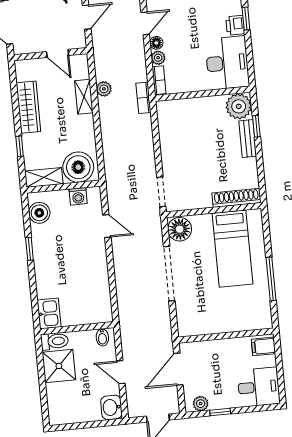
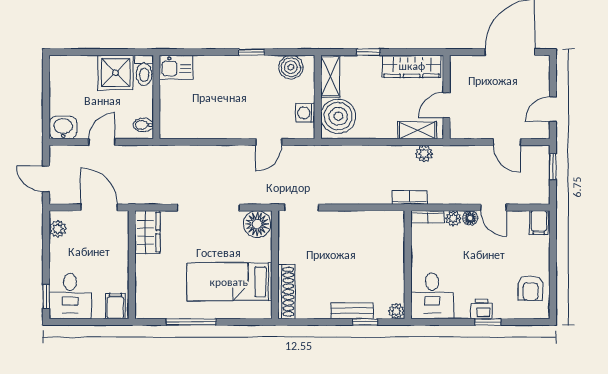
door: (58, 53) -> (447, 105), moved
wall: (50, 54) -> (447, 97), moved
desk: (227, 63) -> (432, 296), width x0.73
plant: (239, 106) -> (396, 311), width x0.53, depth x0.53
wardrobe: (196, 325) -> (147, 232), added
window: (220, 412) -> (46, 296), moved

